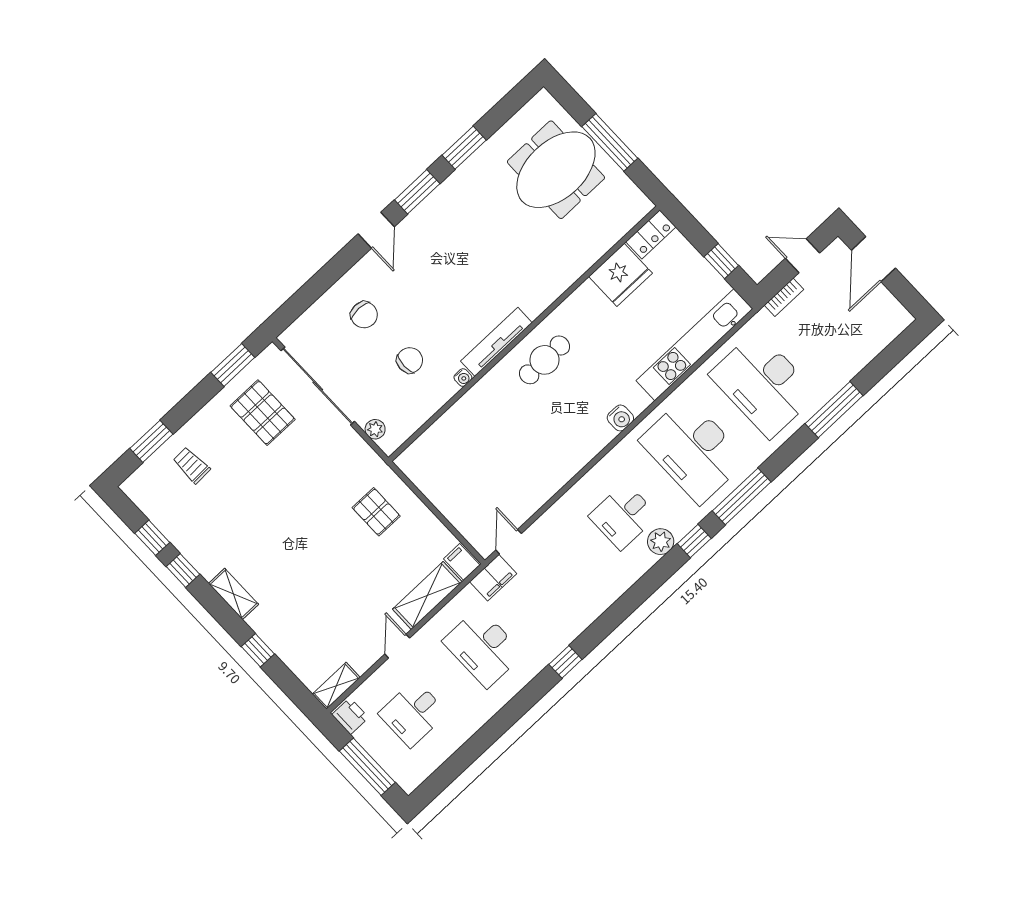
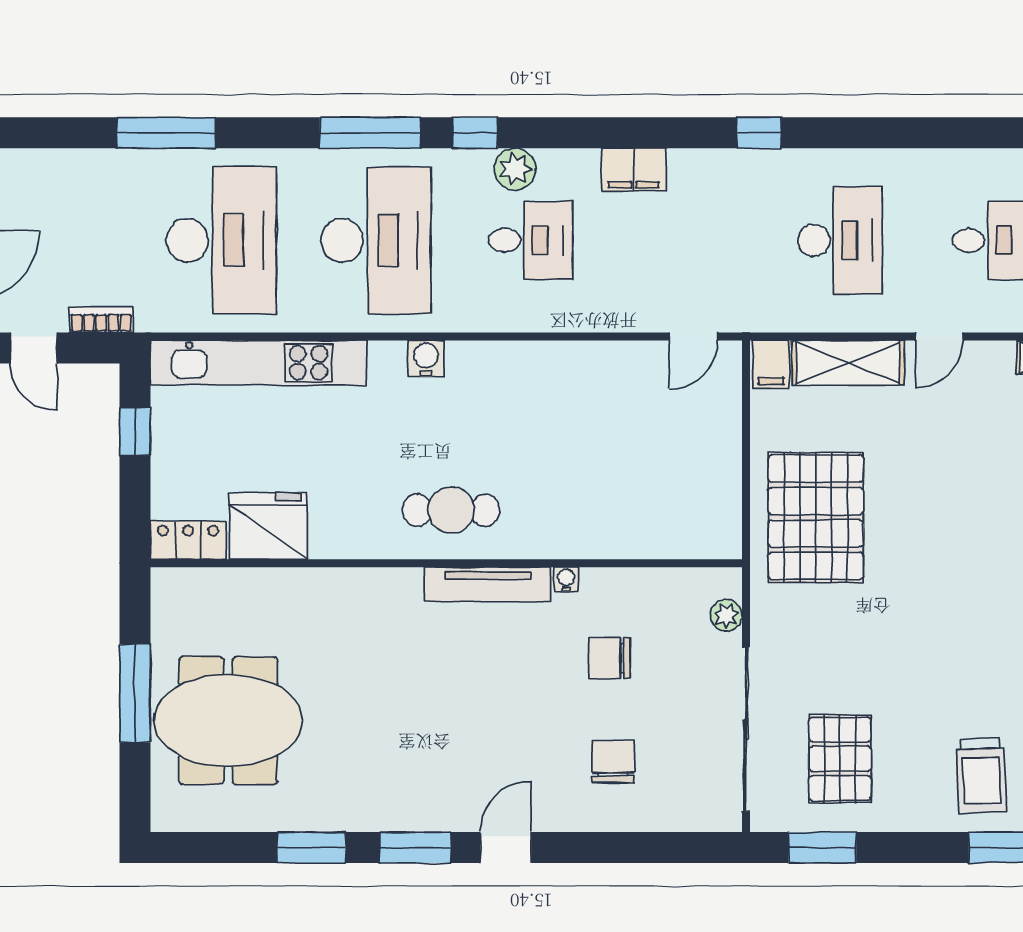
trolley: (191, 465) -> (981, 775), width x1.36, depth x1.39
pallet: (376, 512) -> (816, 517), width x2.05, depth x2.00
filing cabinet: (493, 578) -> (634, 170), moved, turned 180

